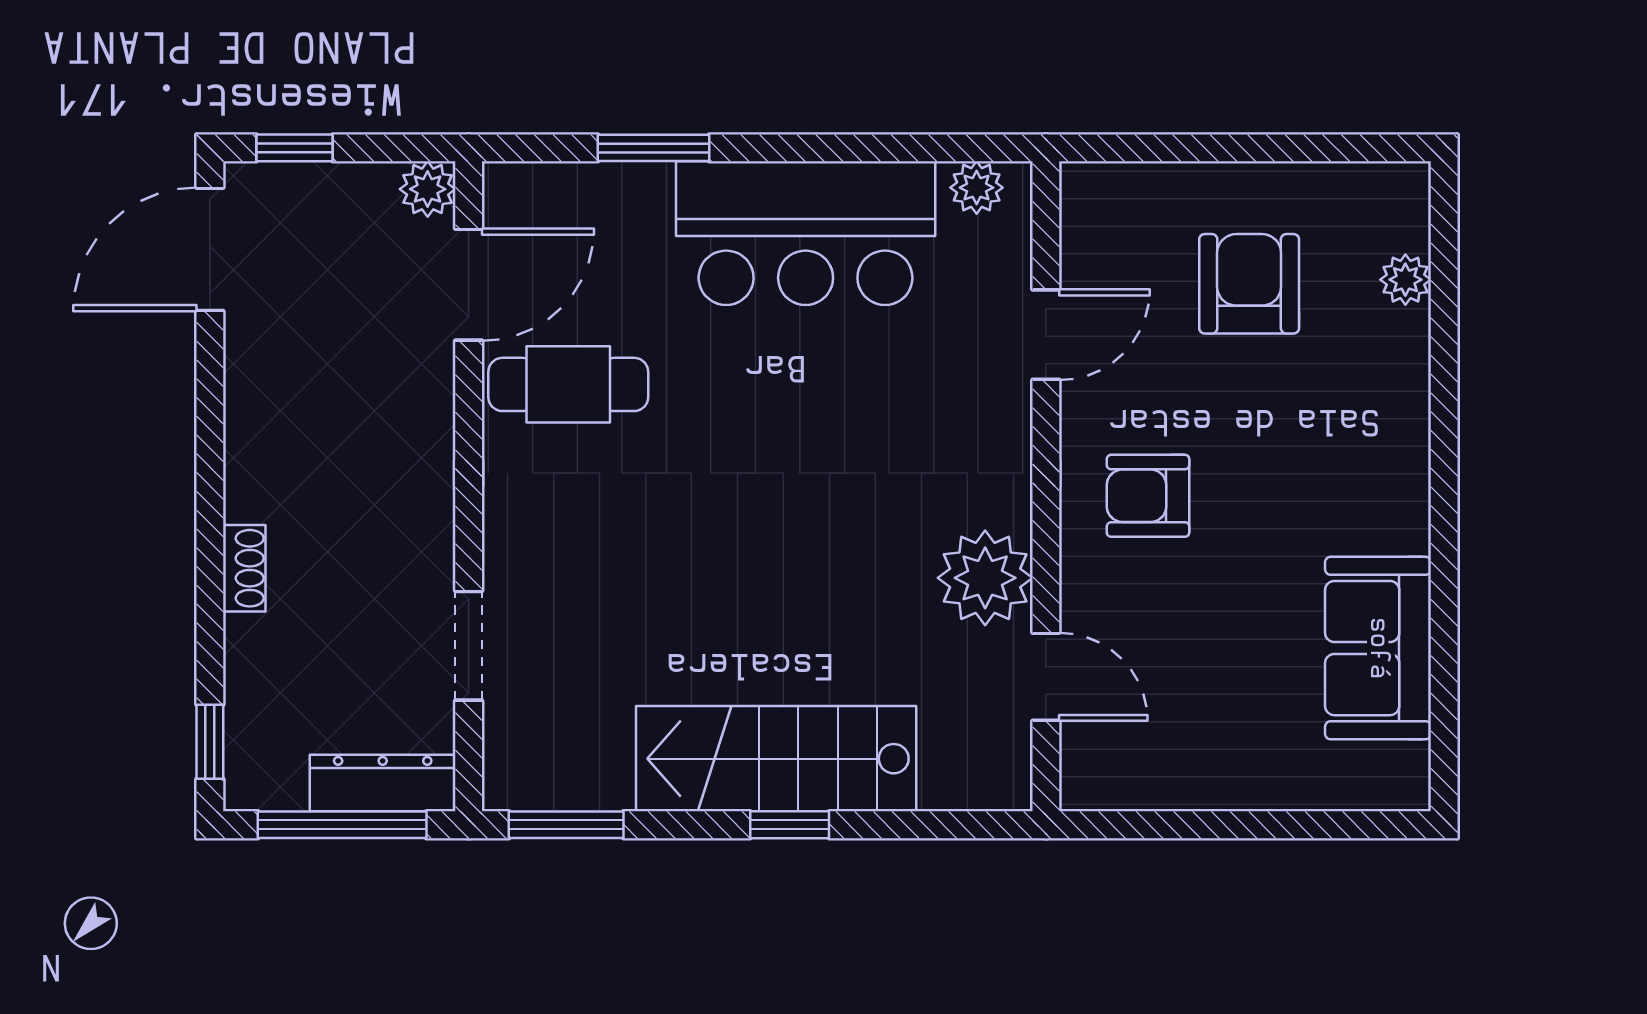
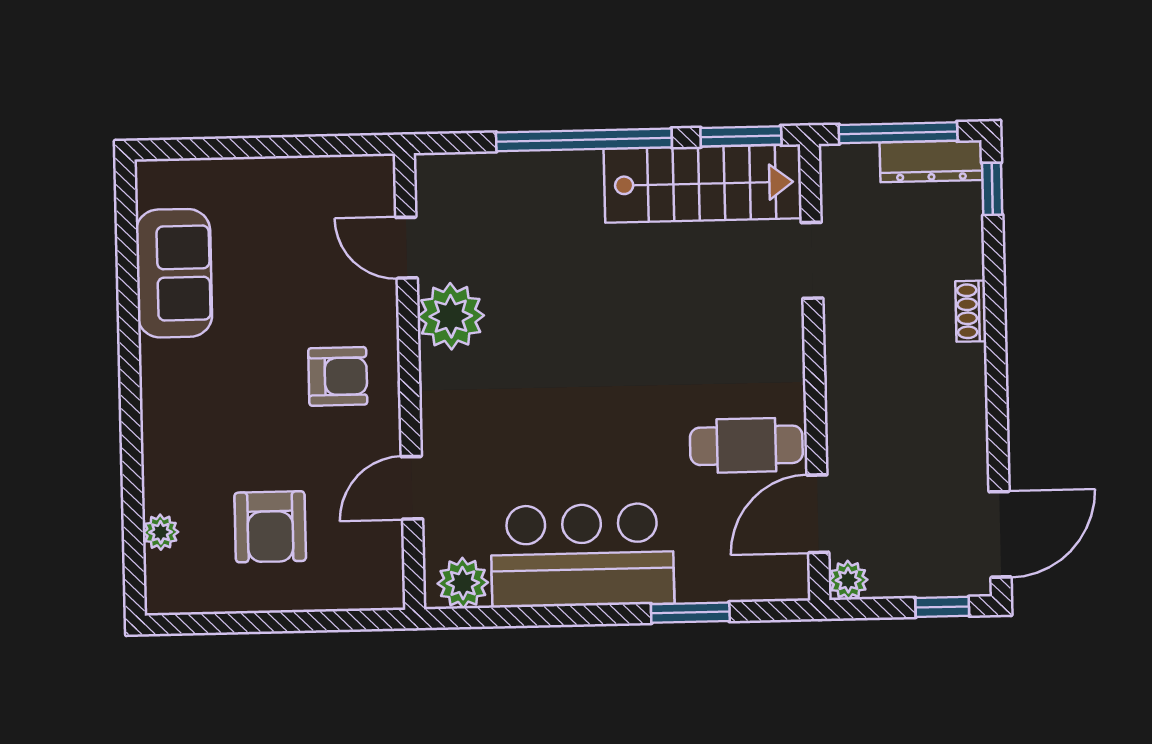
plant: (977, 188) -> (463, 583), width x1.38, depth x1.38
stairs: (776, 759) -> (703, 184), moved
dresser: (383, 783) -> (931, 161), moved
window: (790, 825) -> (584, 140), width x3.17

